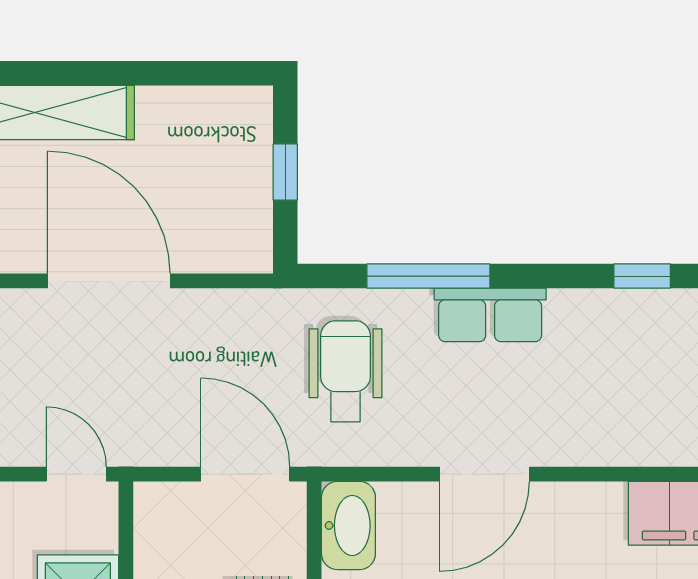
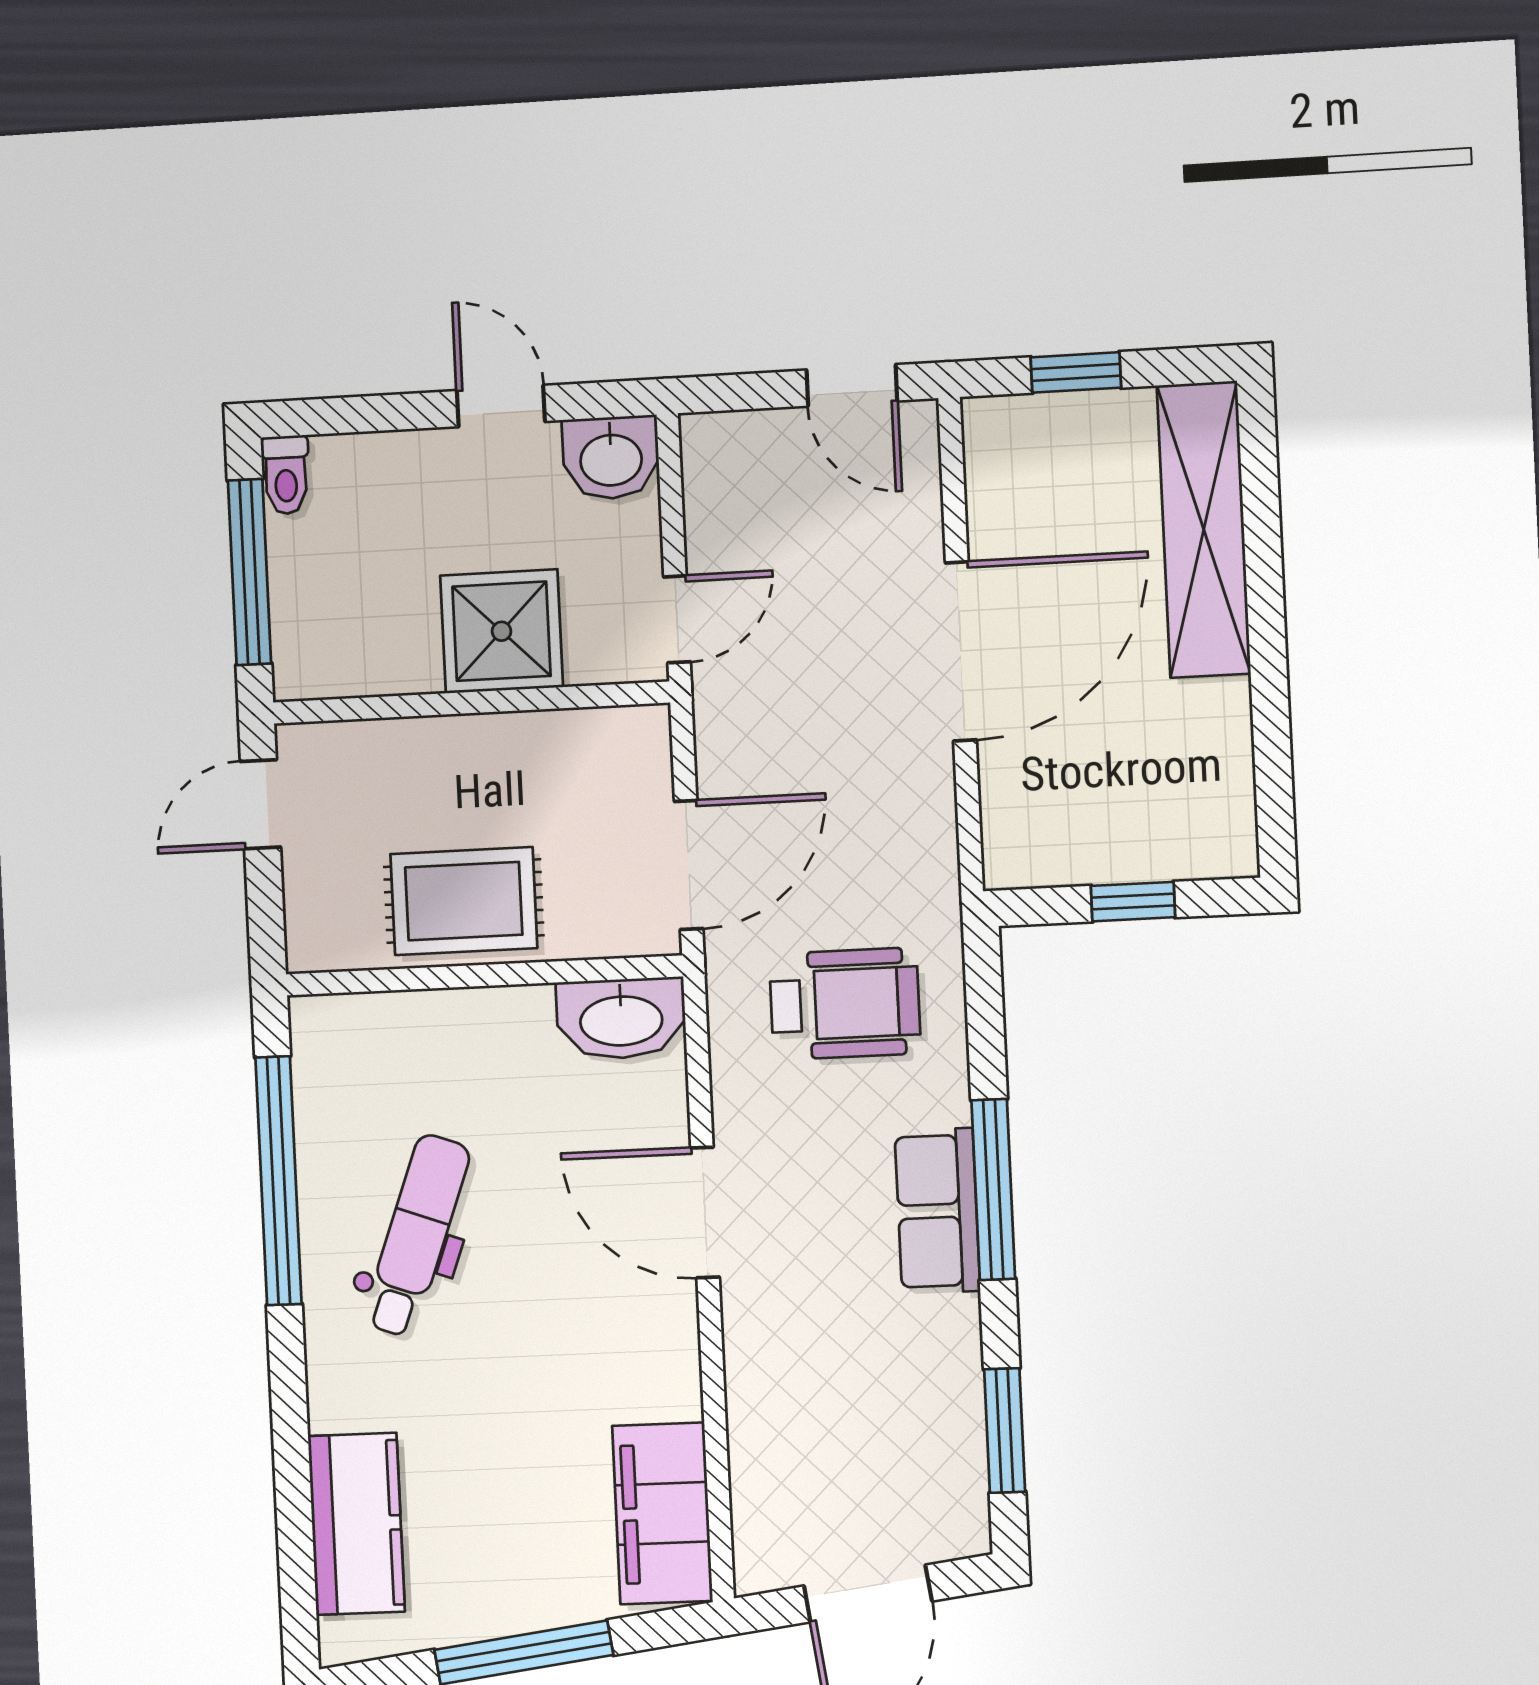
window: (428, 276) -> (993, 1189), moved
window: (642, 276) -> (1005, 1430), width x1.50

